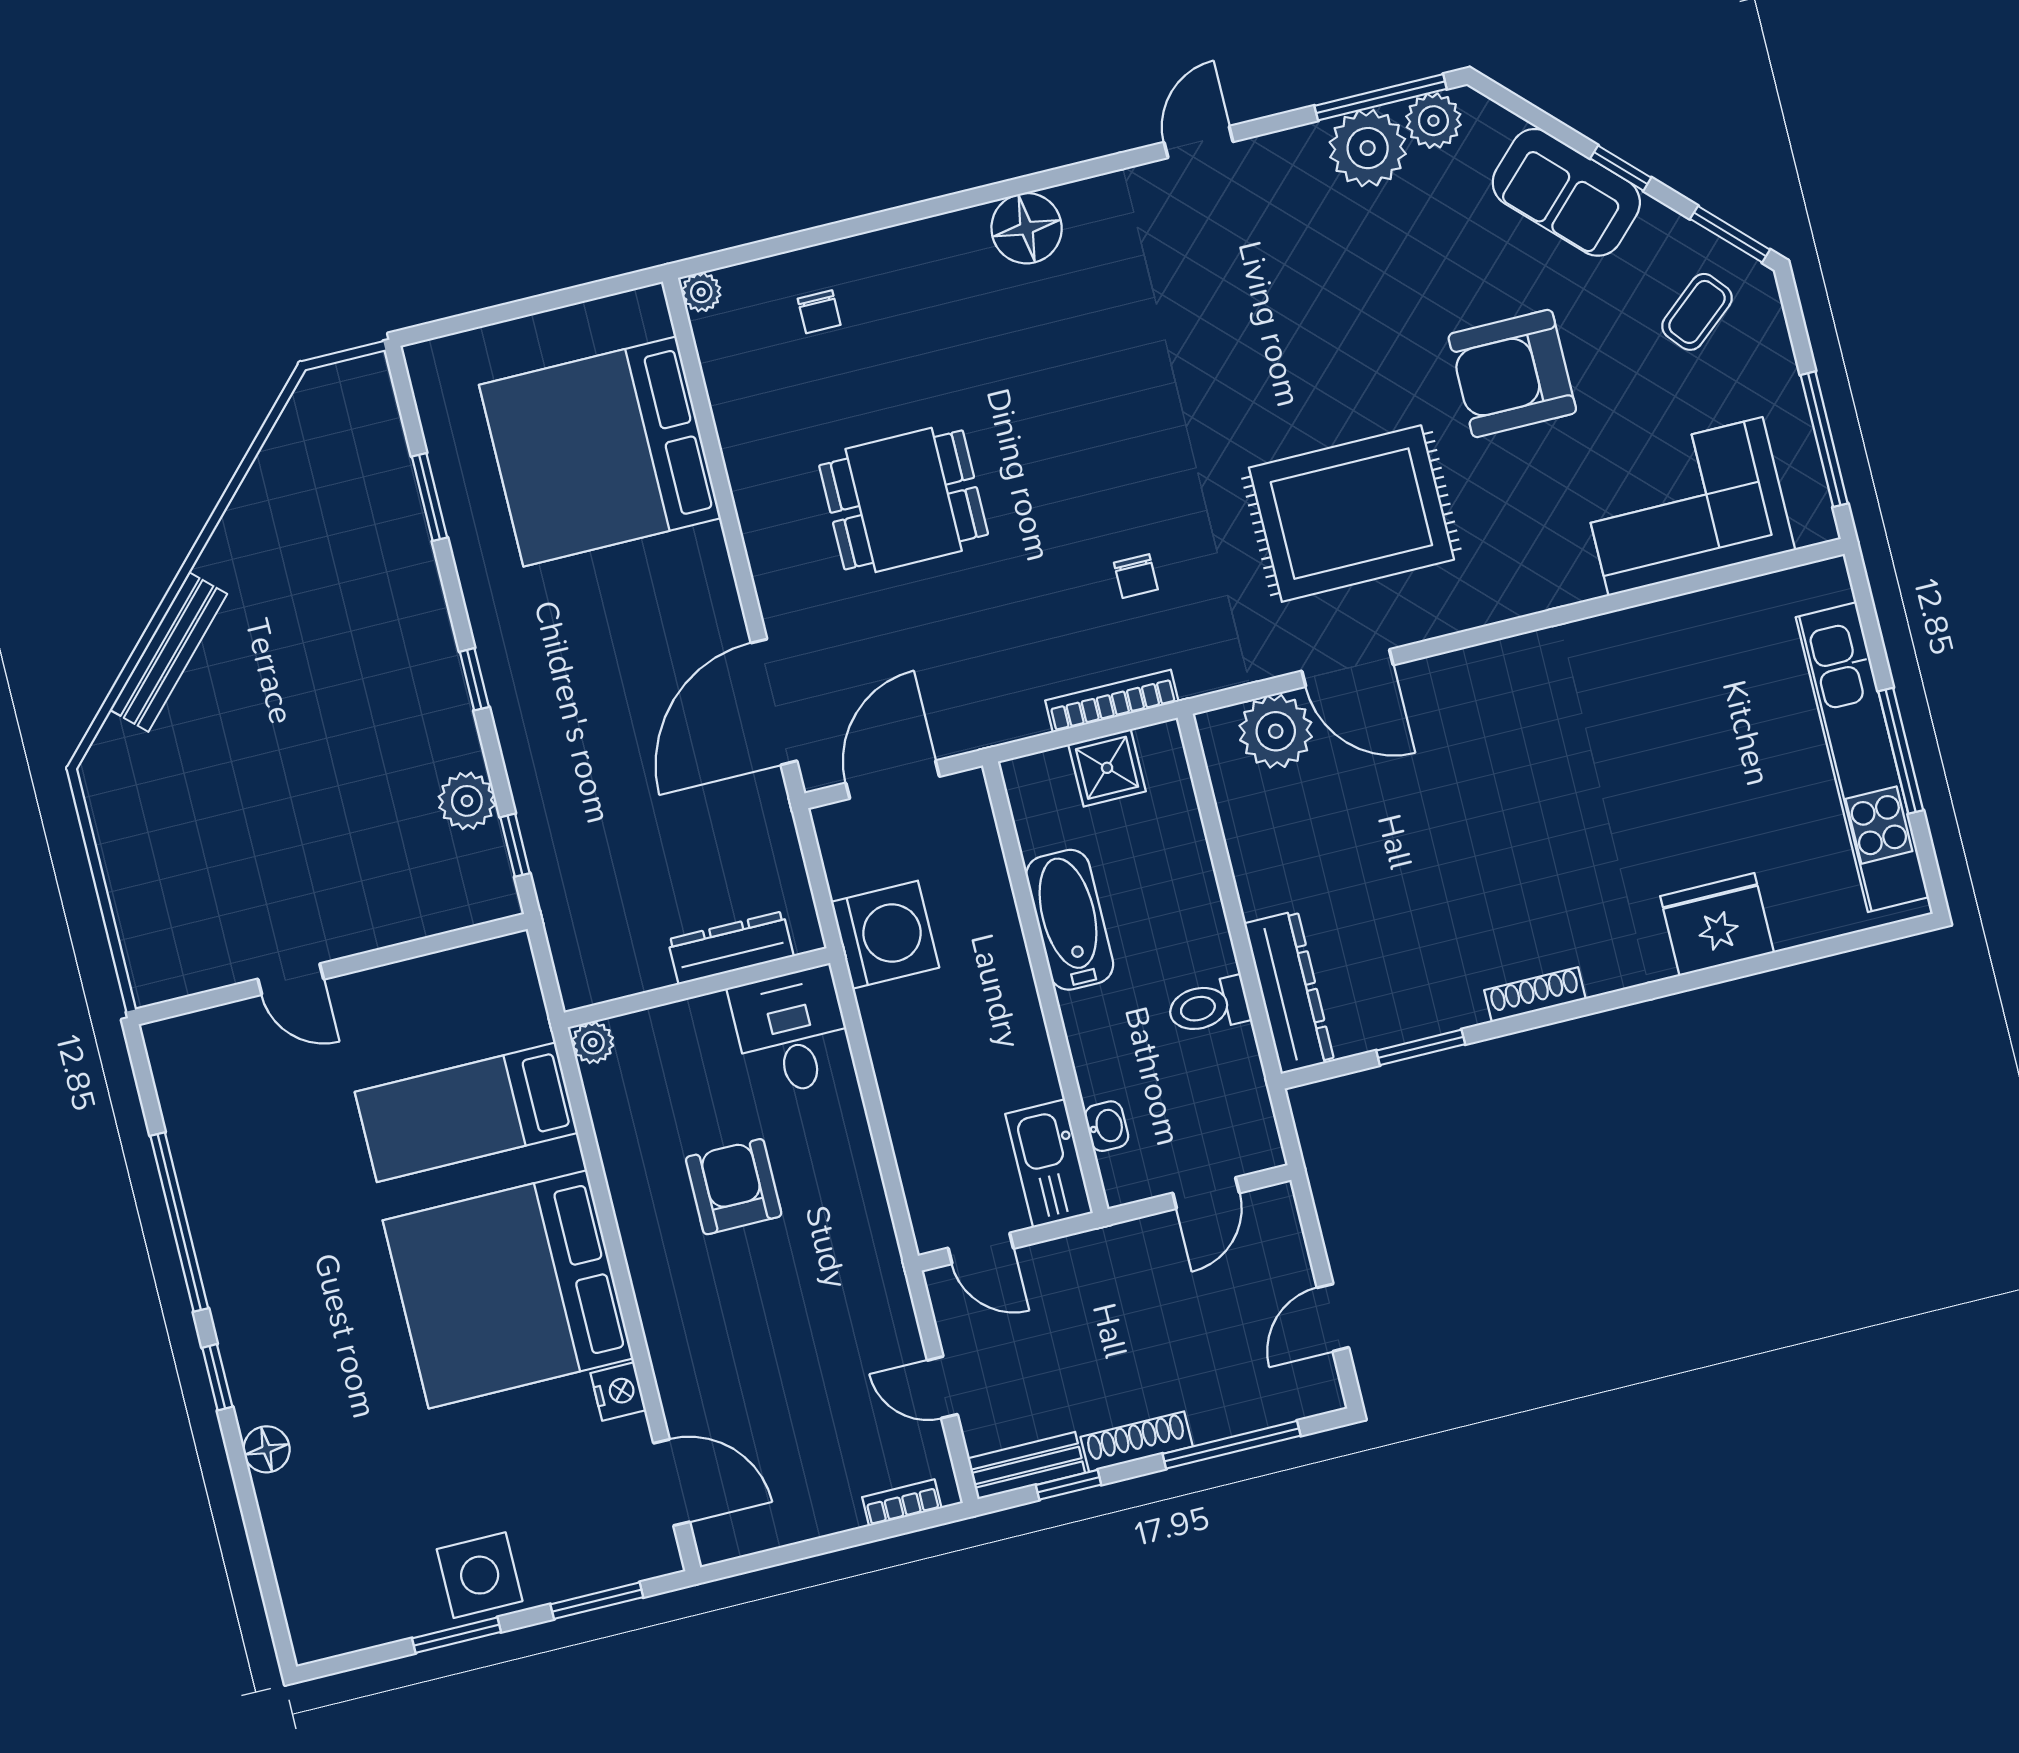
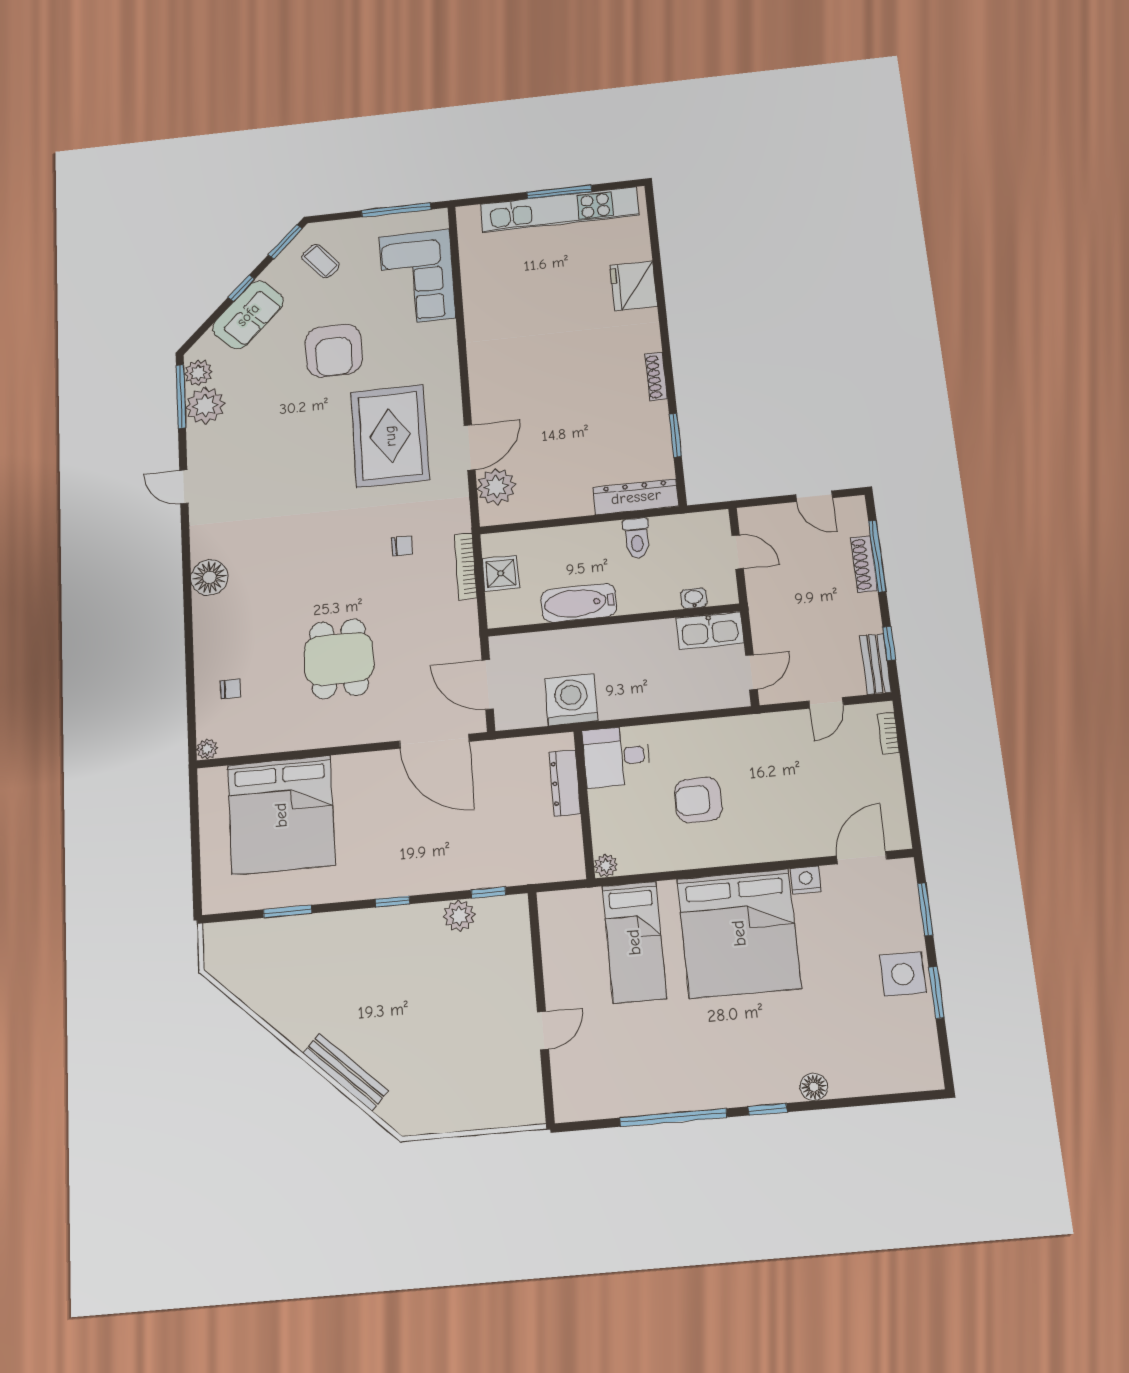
shoe rack: (1137, 1442) -> (864, 564), moved

